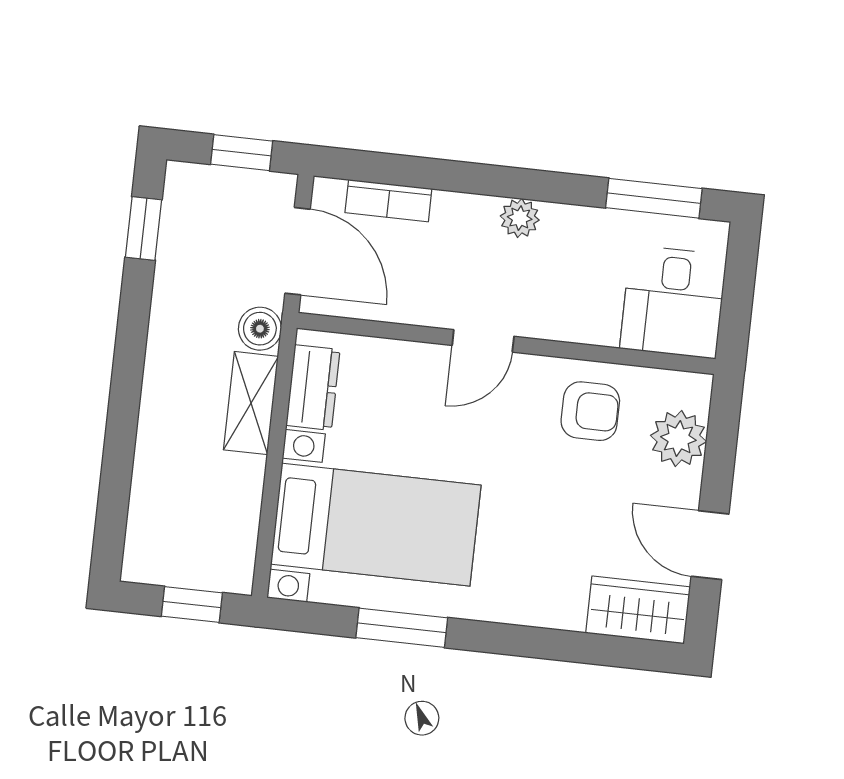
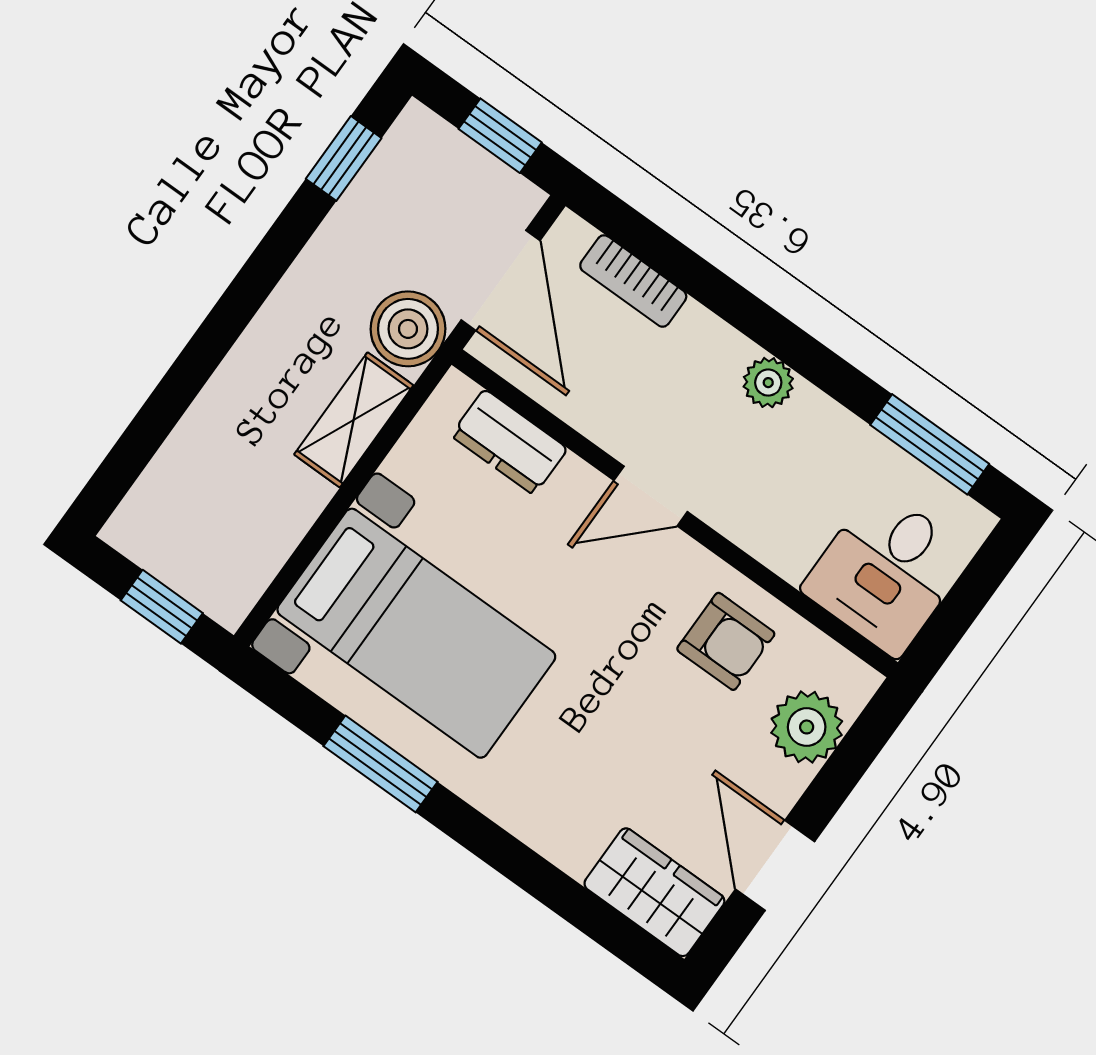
boiler: (260, 329) -> (408, 329), width x1.36, depth x1.36
dresser: (313, 388) -> (509, 442), moved, turned 90

